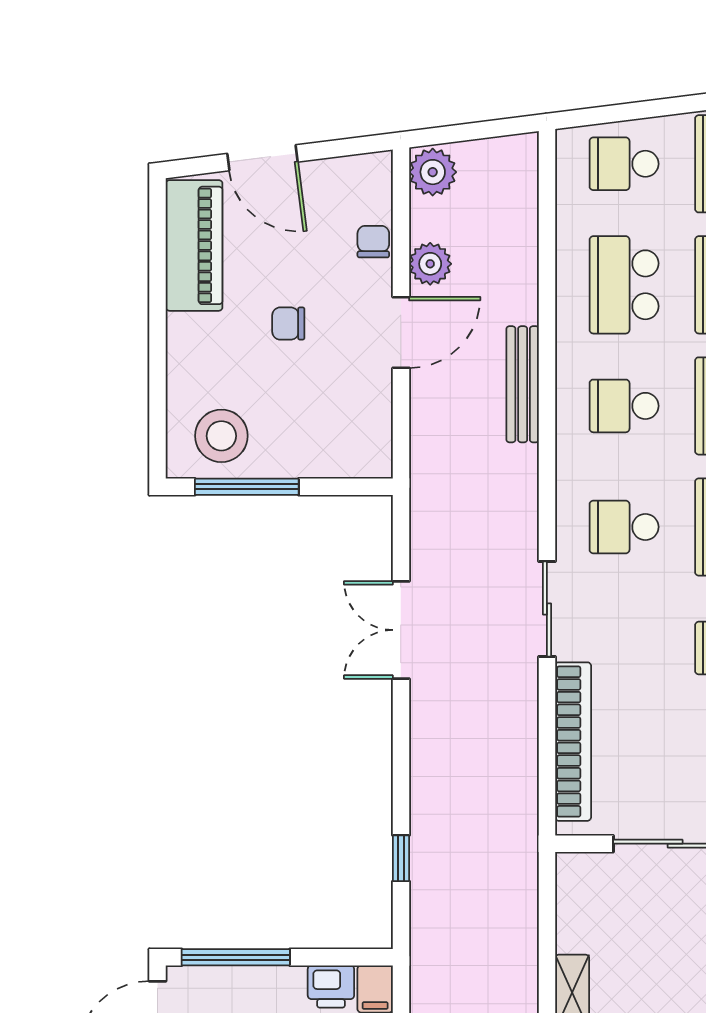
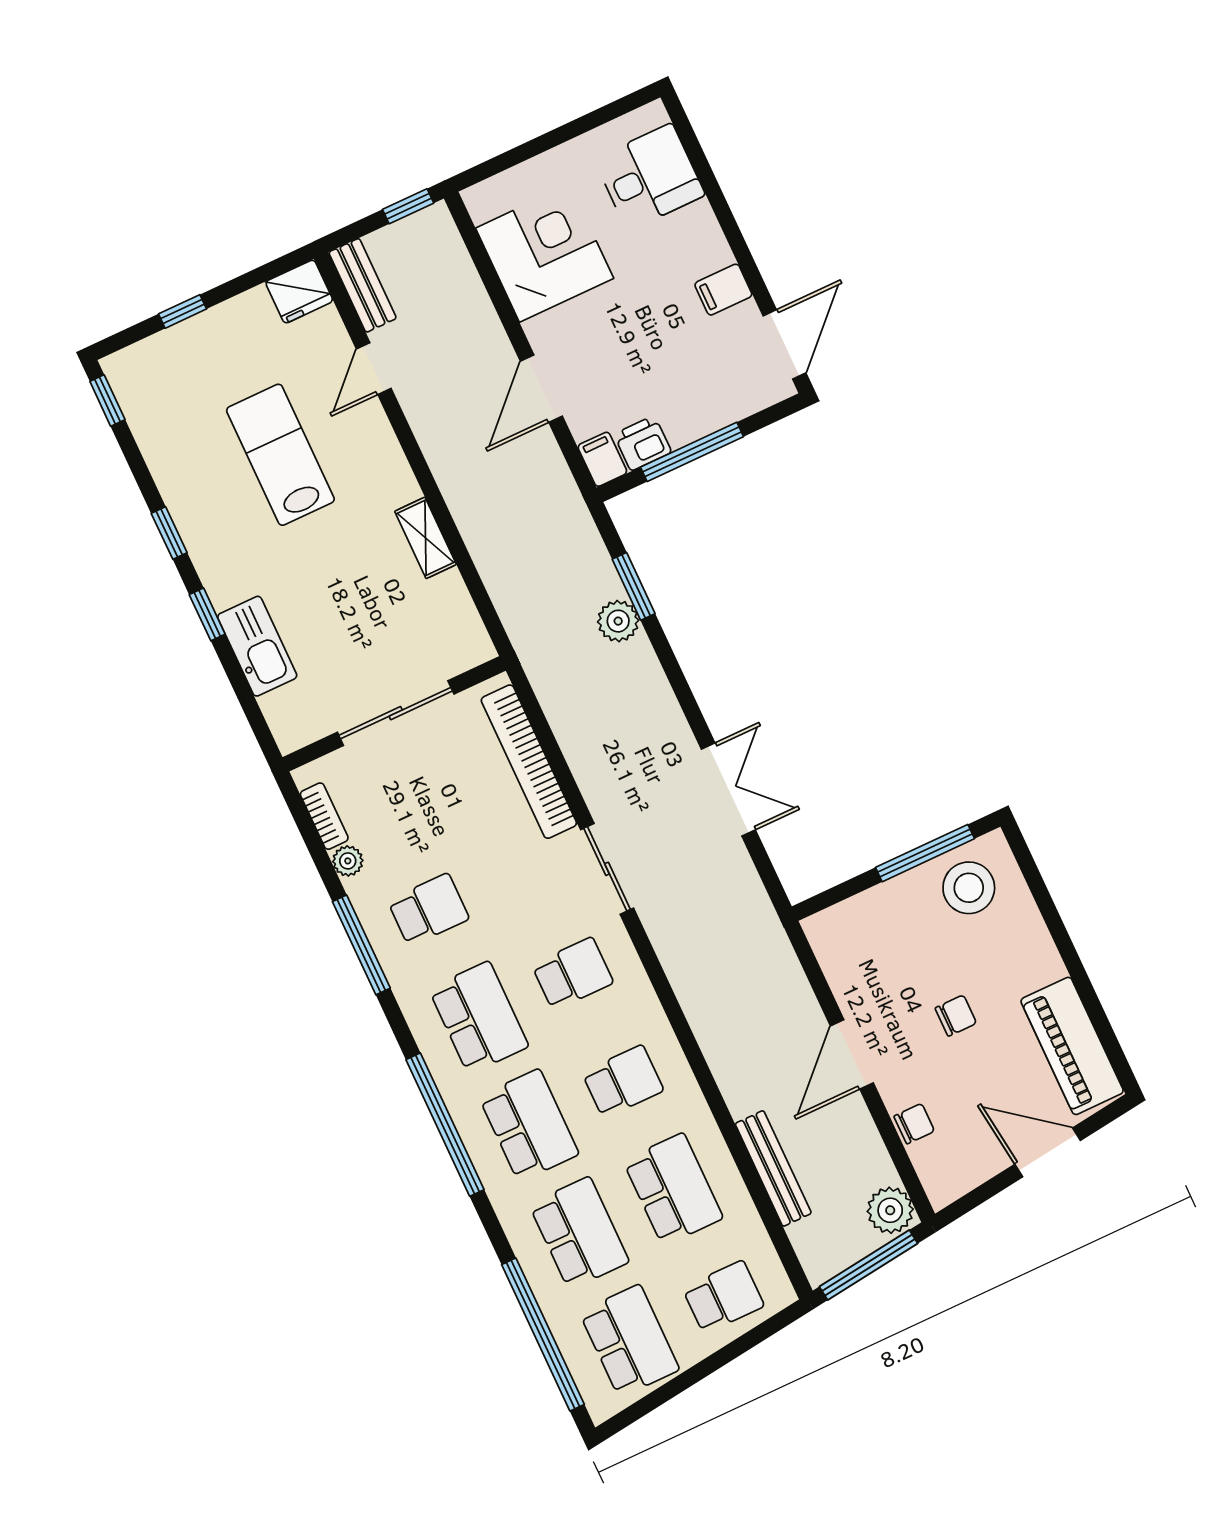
window: (476, 131) -> (869, 1265), added
chair: (373, 242) -> (914, 1124), turned -90
plant: (430, 264) -> (618, 621), moved
bench: (523, 384) -> (773, 1168), moved
window: (401, 858) -> (634, 586), width x1.50
window: (236, 957) -> (692, 452), moved

